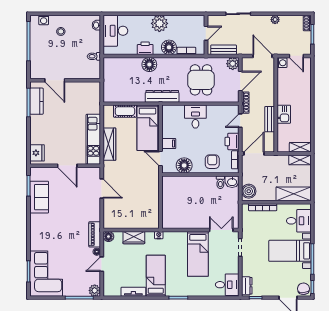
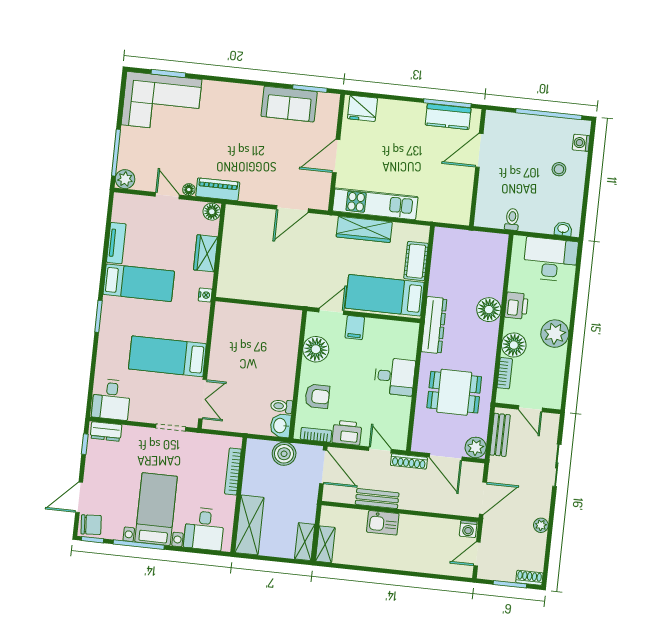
boiler: (249, 191) -> (284, 454), moved

